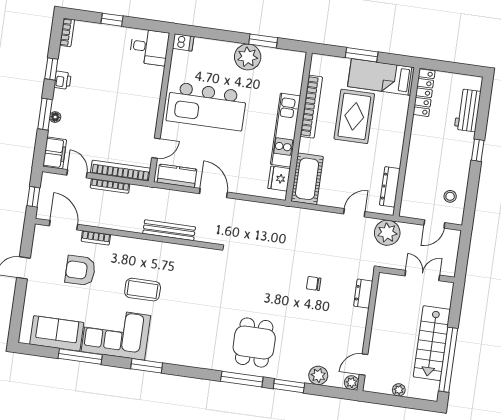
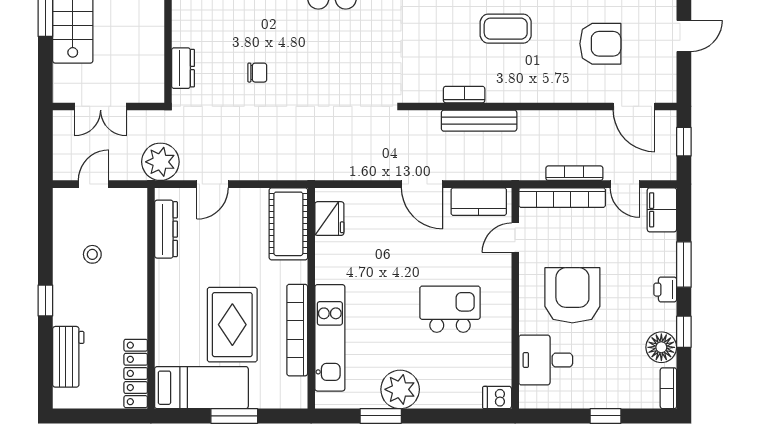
desk: (149, 47) -> (546, 360), moved
printer: (63, 80) -> (665, 290), moved
armchair: (123, 104) -> (572, 295), added
kitchen island: (206, 106) -> (450, 309), width x0.54, depth x0.78
floor lamp: (55, 117) -> (661, 347), moved, width x1.89, depth x1.89
kitchen unit: (285, 130) -> (330, 338), moved
stool: (450, 196) -> (92, 254), moved
bookcase: (96, 238) -> (464, 95), moved

